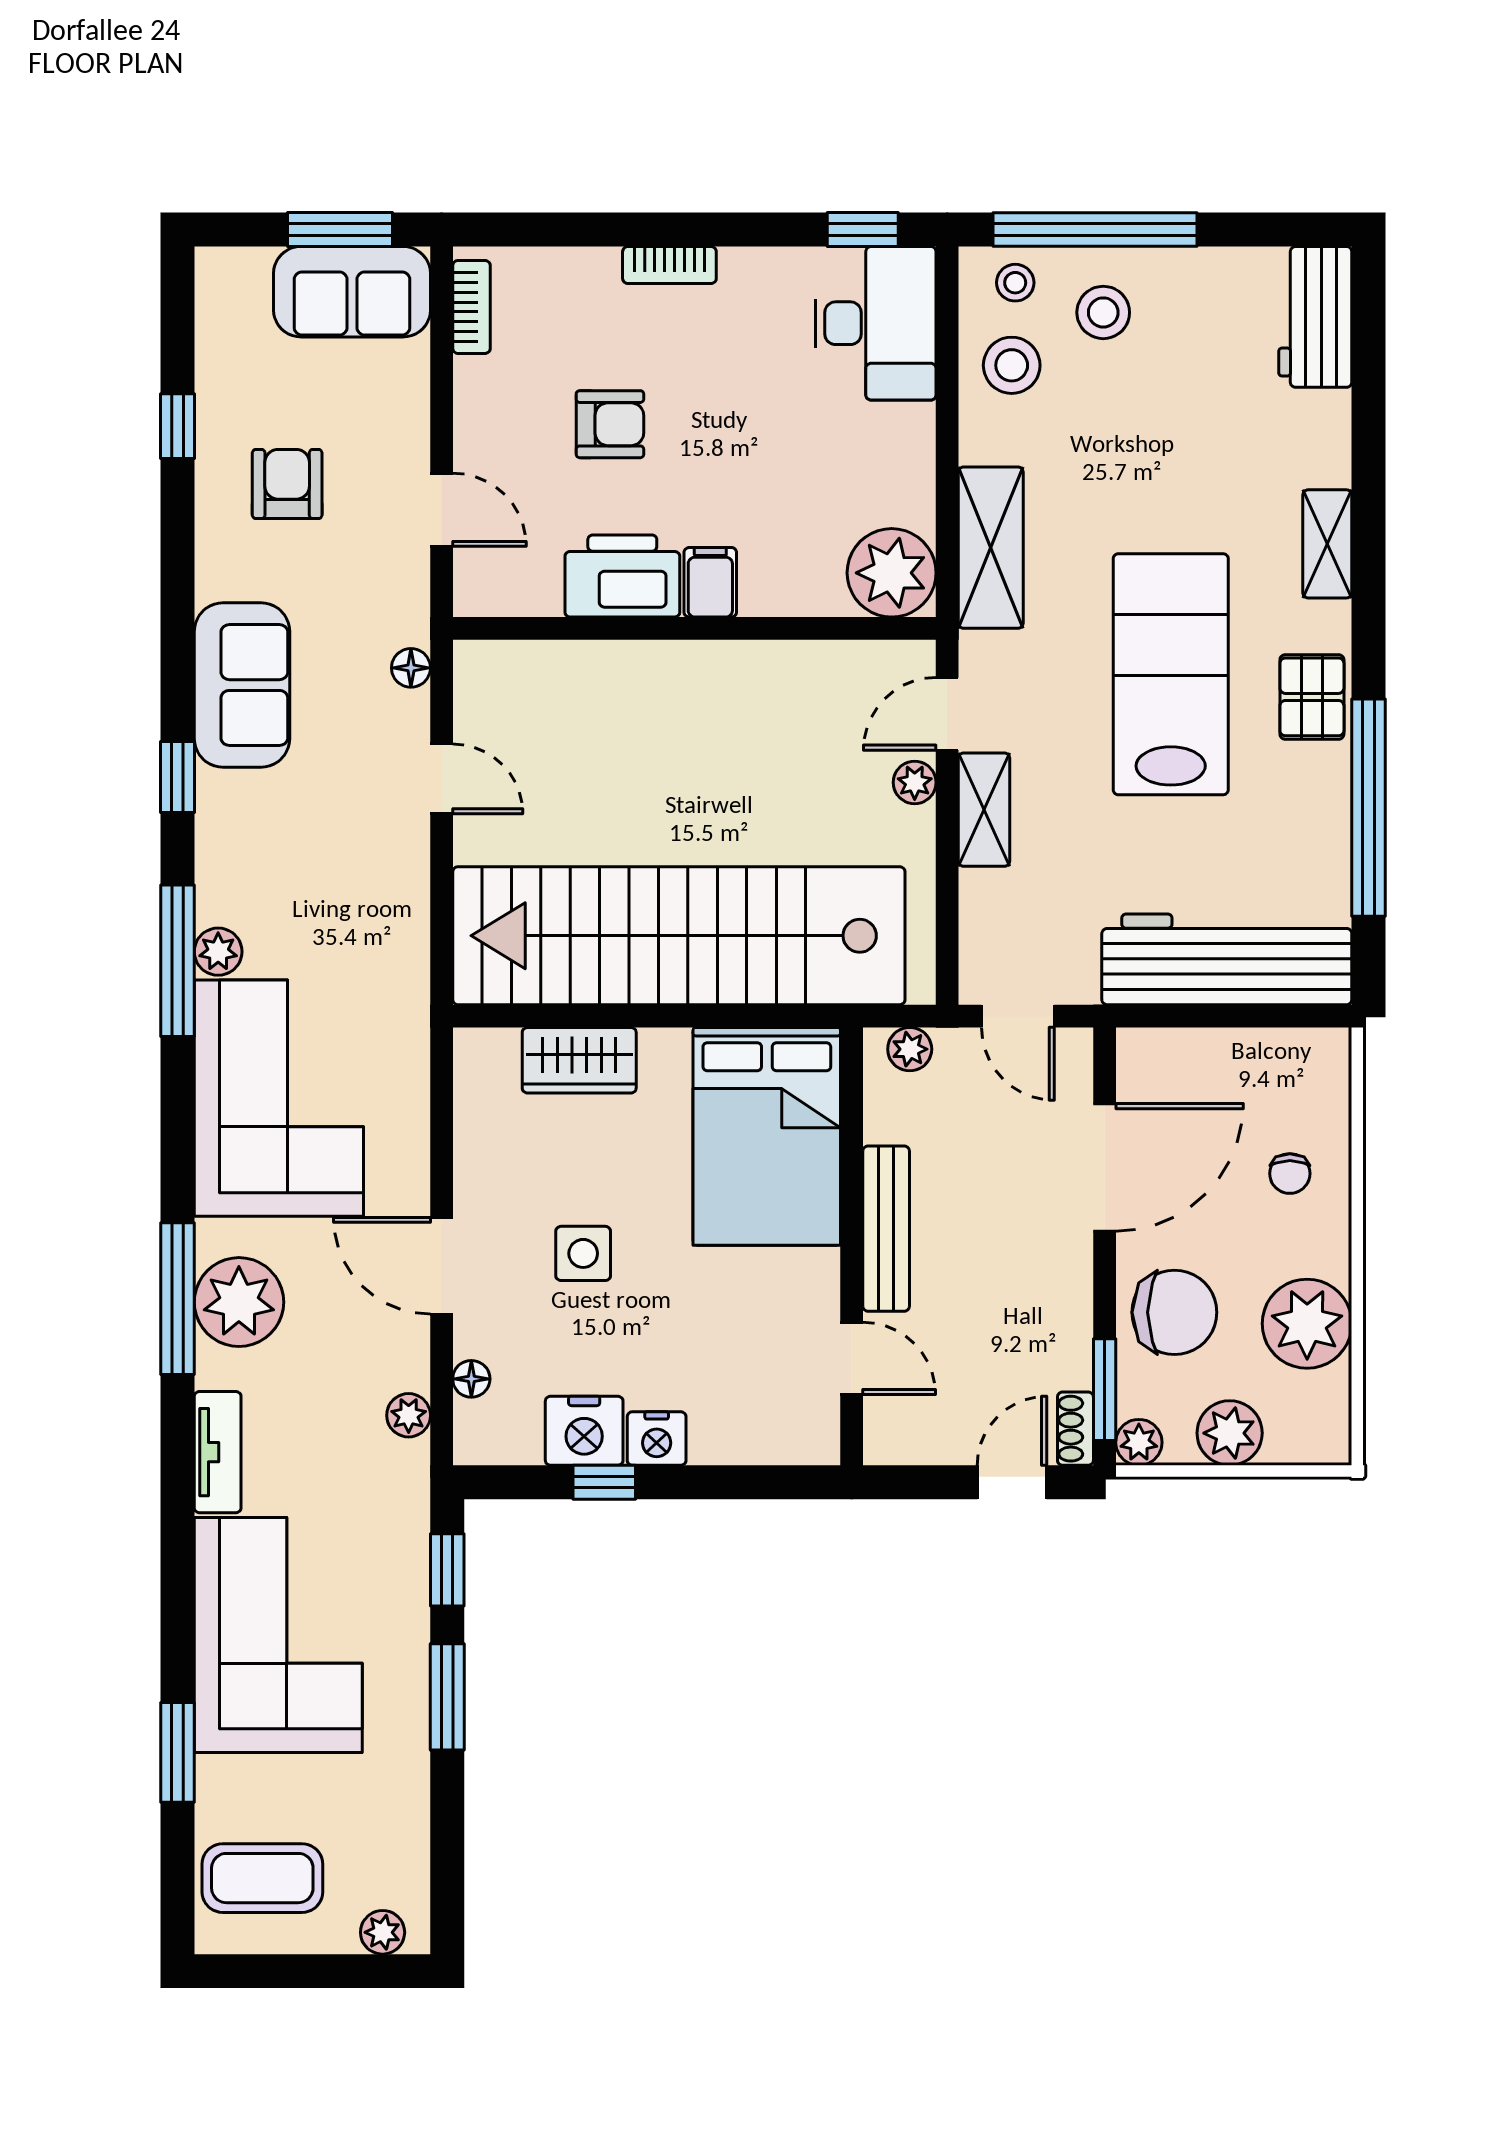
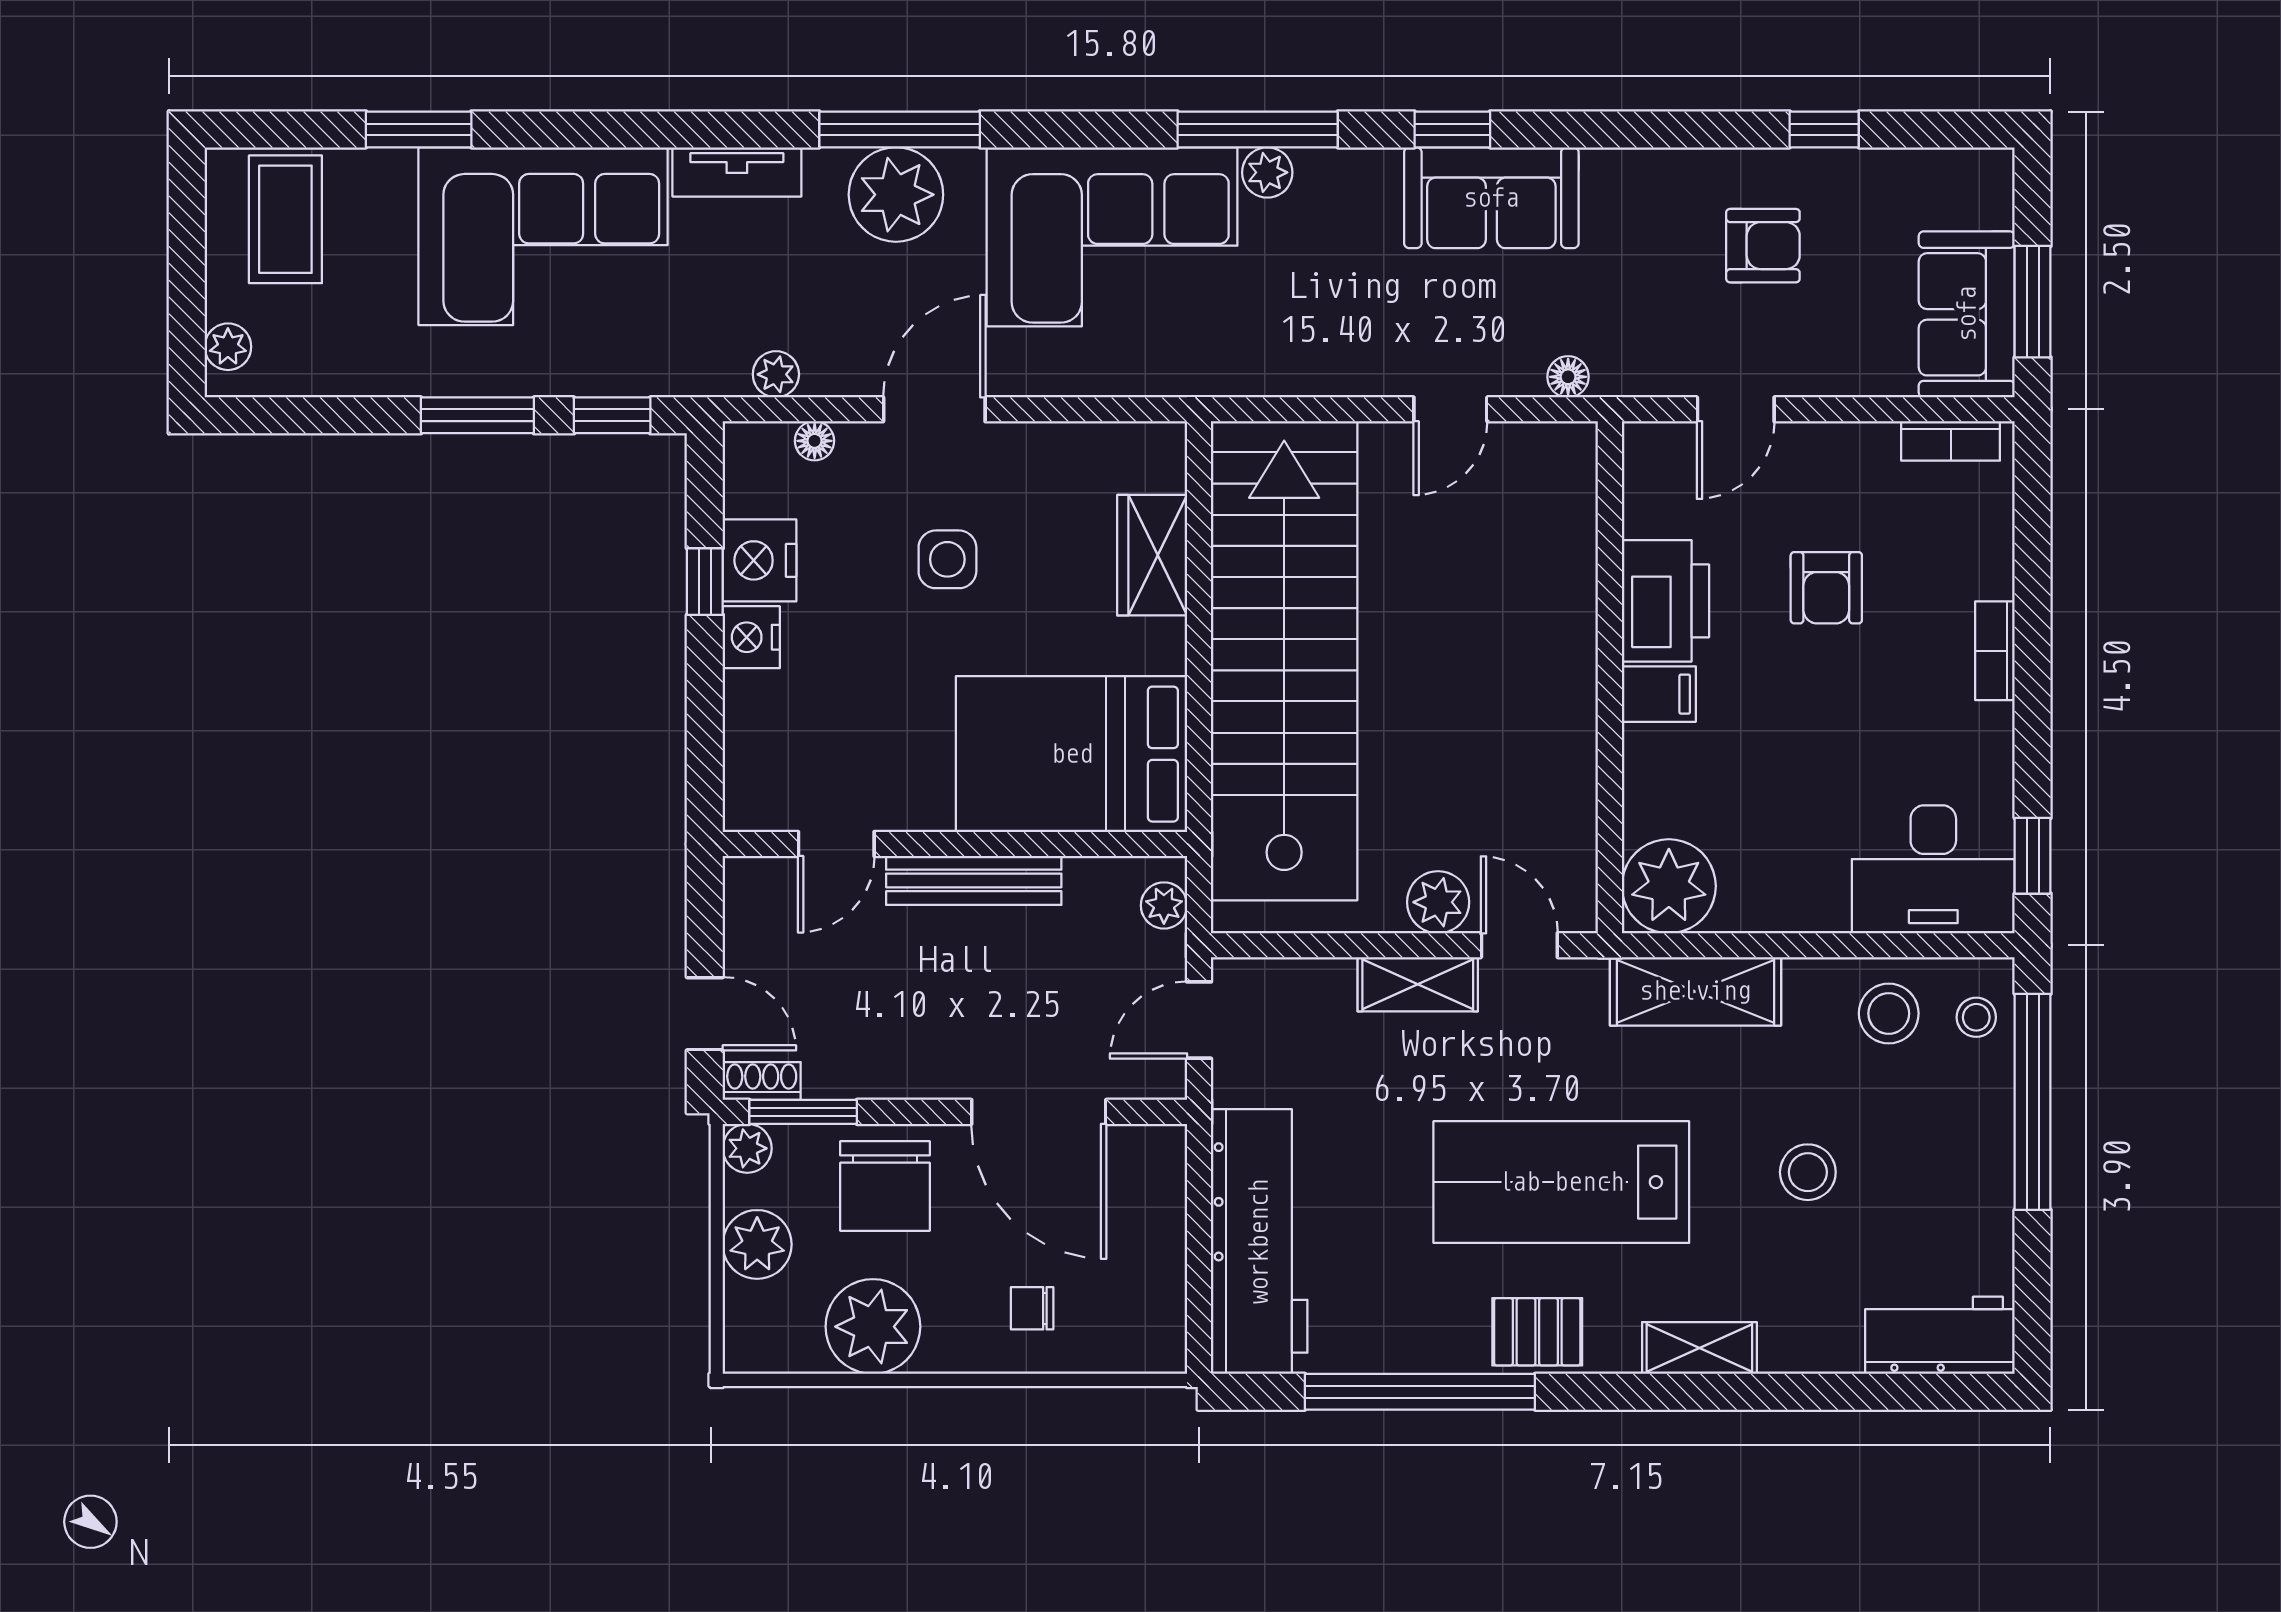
stool: (1103, 312) -> (1808, 1172), moved
lab bench: (1171, 674) -> (1561, 1182), turned 180
sofa: (242, 685) -> (1491, 198), moved
plant: (915, 782) -> (1438, 902), width x1.38, depth x1.38

